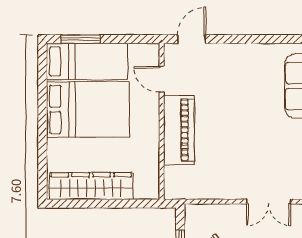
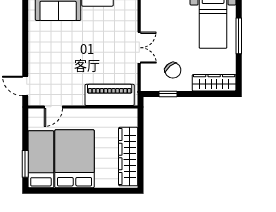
piano: (179, 130) -> (110, 95), moved
double door: (269, 202) -> (139, 48), moved

